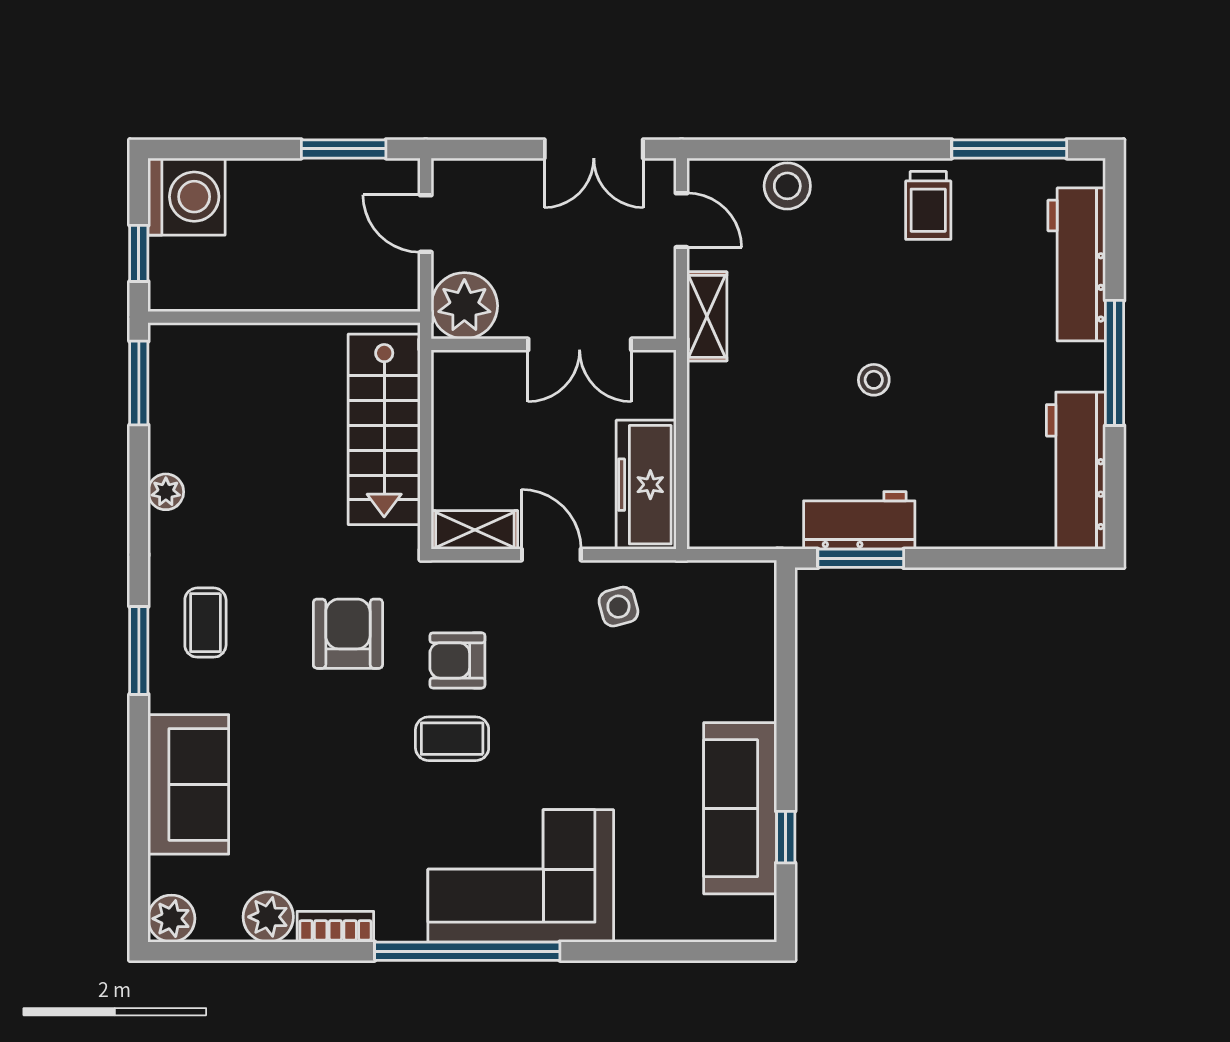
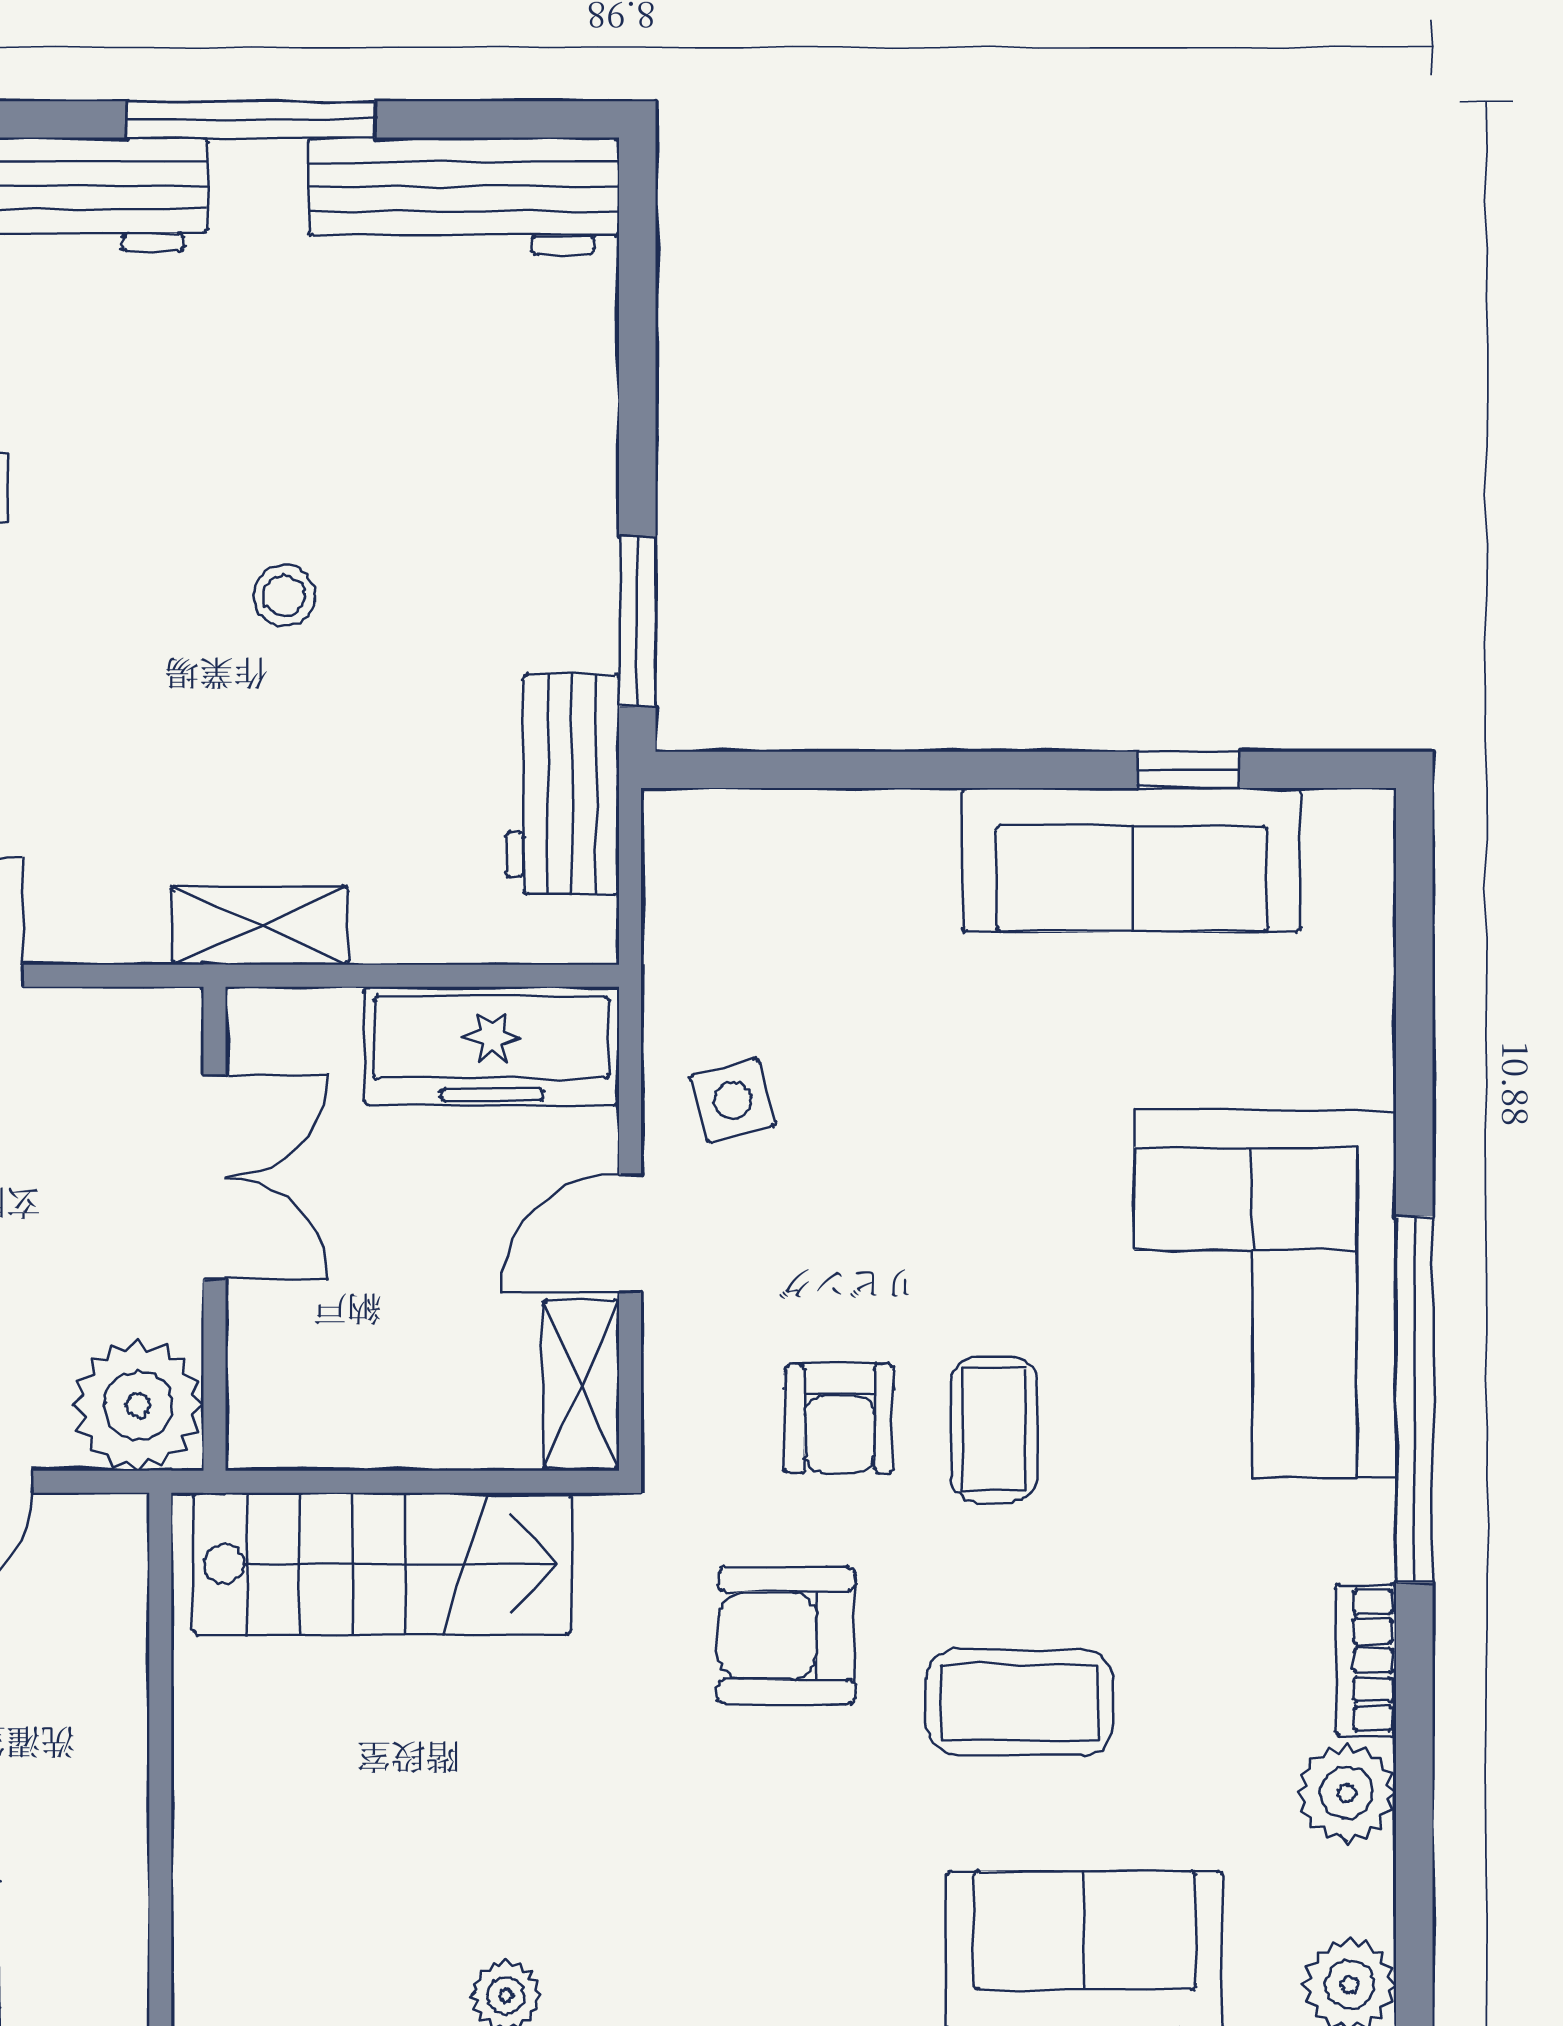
shelving: (707, 316) -> (260, 925), moved
workbench: (859, 520) -> (562, 784), moved
coffee table: (205, 623) -> (1020, 1703), moved, width x1.36, depth x1.30

